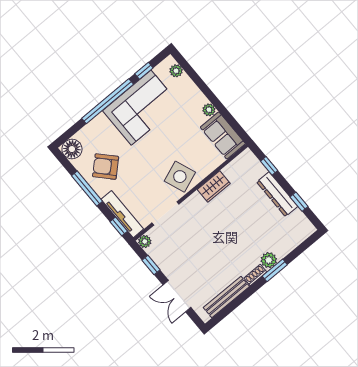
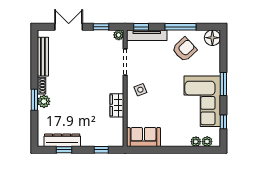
window: (108, 101) -> (223, 84), width x0.47
plant: (209, 110) -> (196, 142), moved
side table: (180, 177) -> (140, 90), width x0.54, depth x0.54
dresser: (277, 194) -> (62, 140), moved

